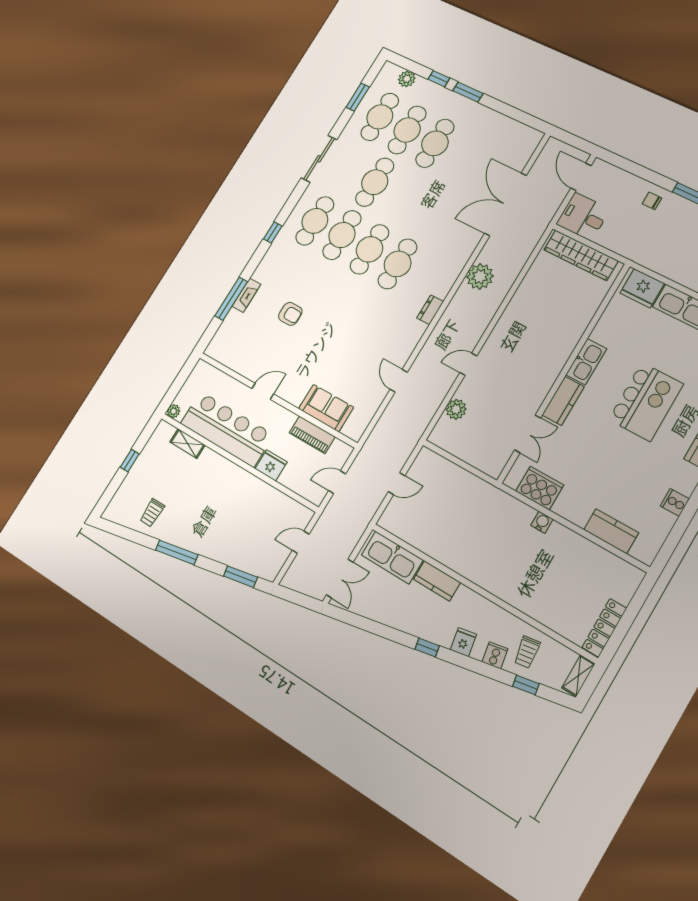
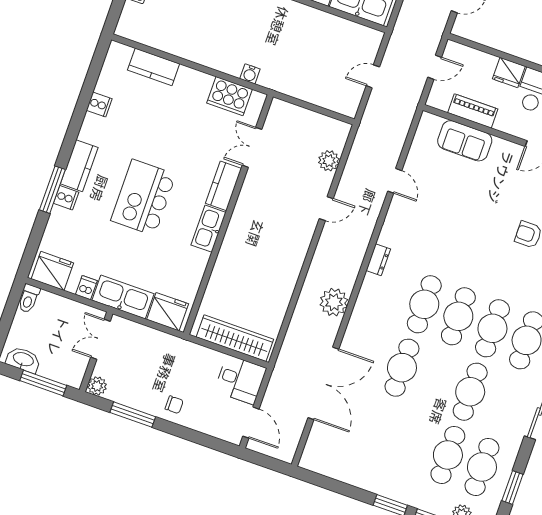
cafe table: (435, 143) -> (402, 368), moved
water cooler: (542, 522) -> (250, 74), moved

